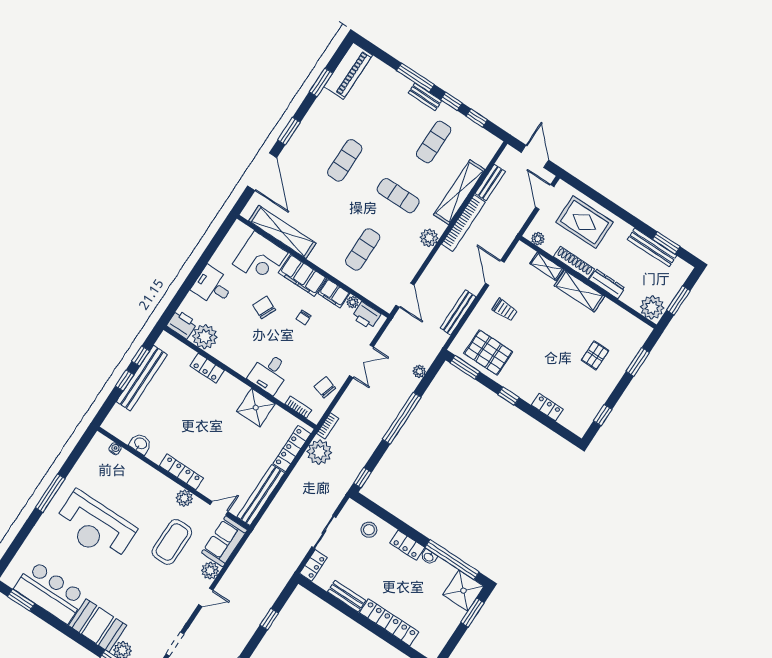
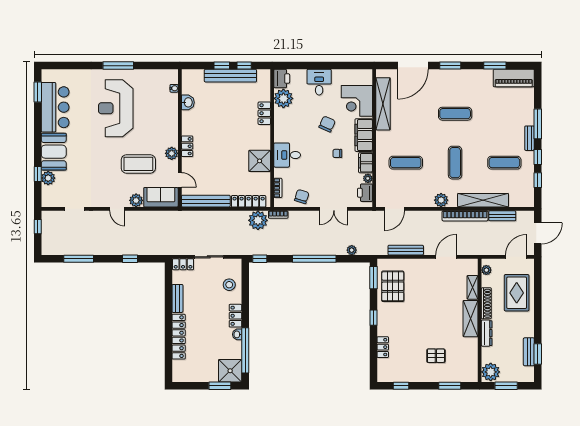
bench: (652, 248) -> (529, 352), width x0.73
trolley: (505, 310) -> (427, 279), removed
locker: (181, 472) -> (187, 146), width x0.66

